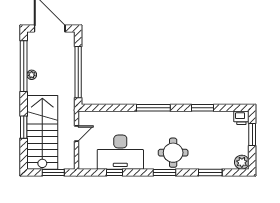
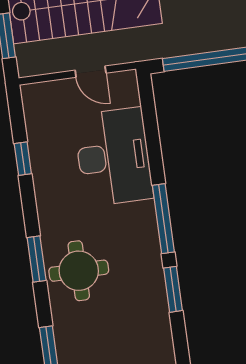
window: (202, 108) -> (173, 289), moved
desk: (120, 152) -> (113, 157), moved, turned 180

